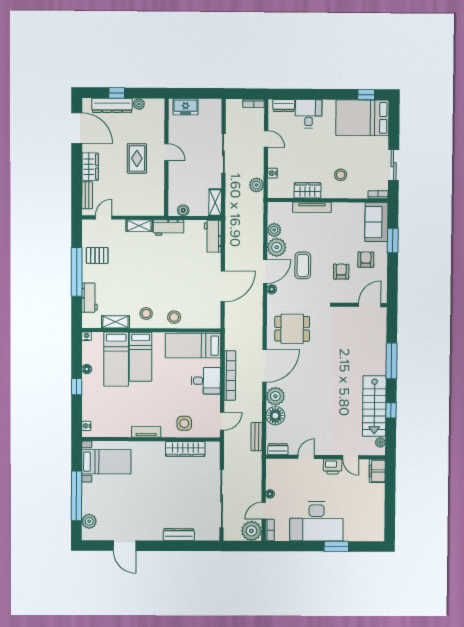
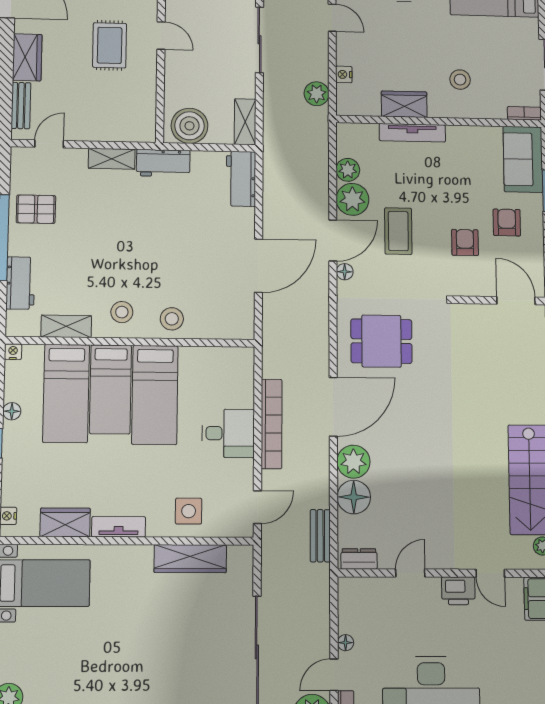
boiler: (183, 210) -> (189, 126), width x1.86, depth x1.86
door: (370, 305) -> (516, 301), hinge flipped
bed: (193, 346) -> (155, 395), moved, turned -90
wardrobe: (117, 429) -> (65, 522), added

